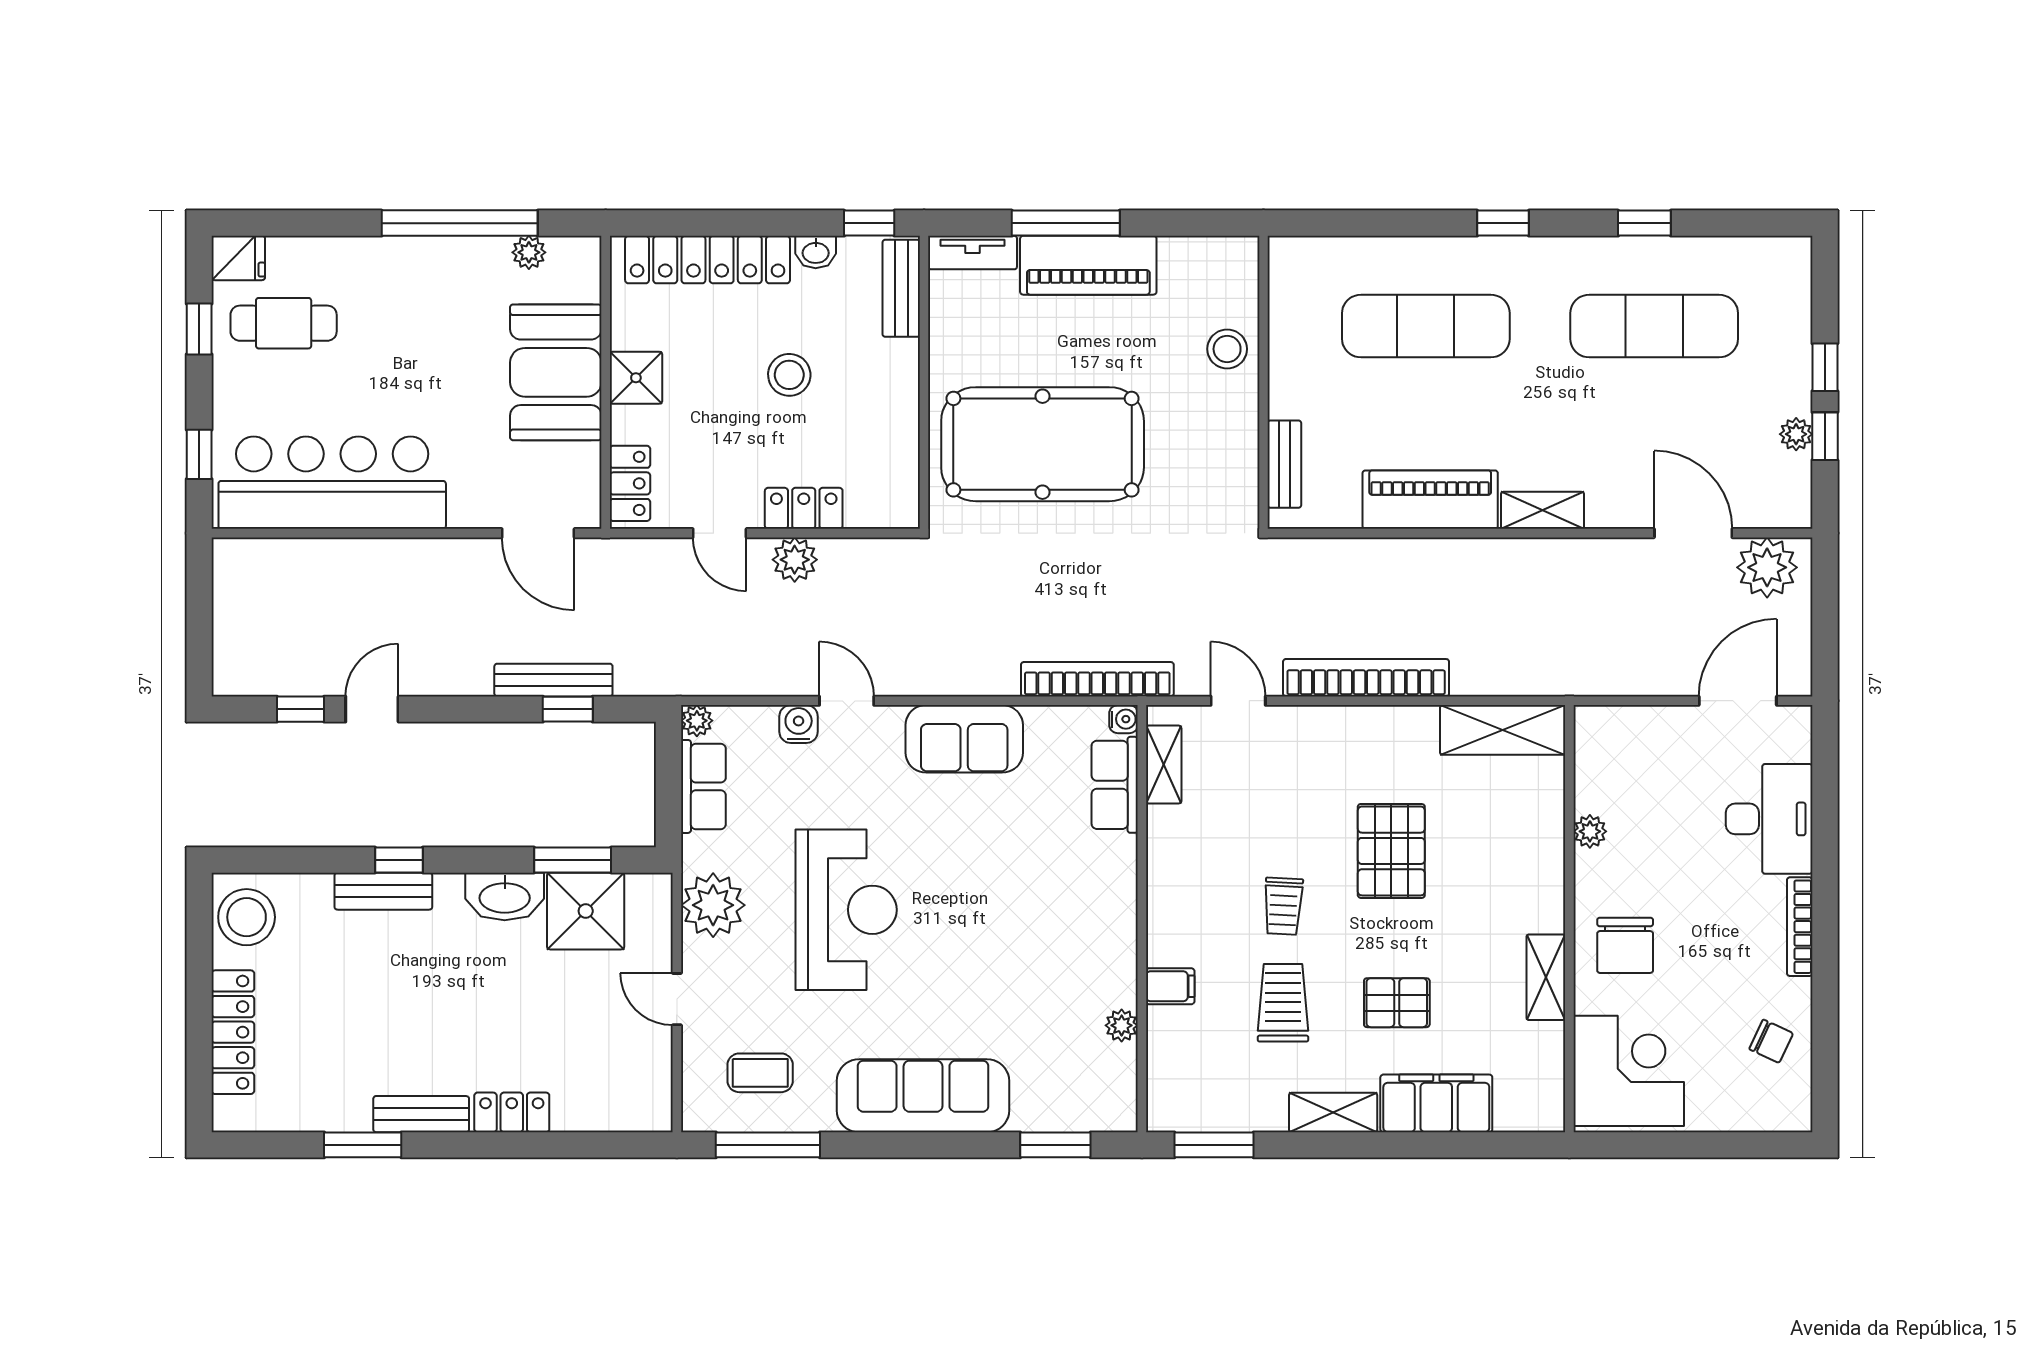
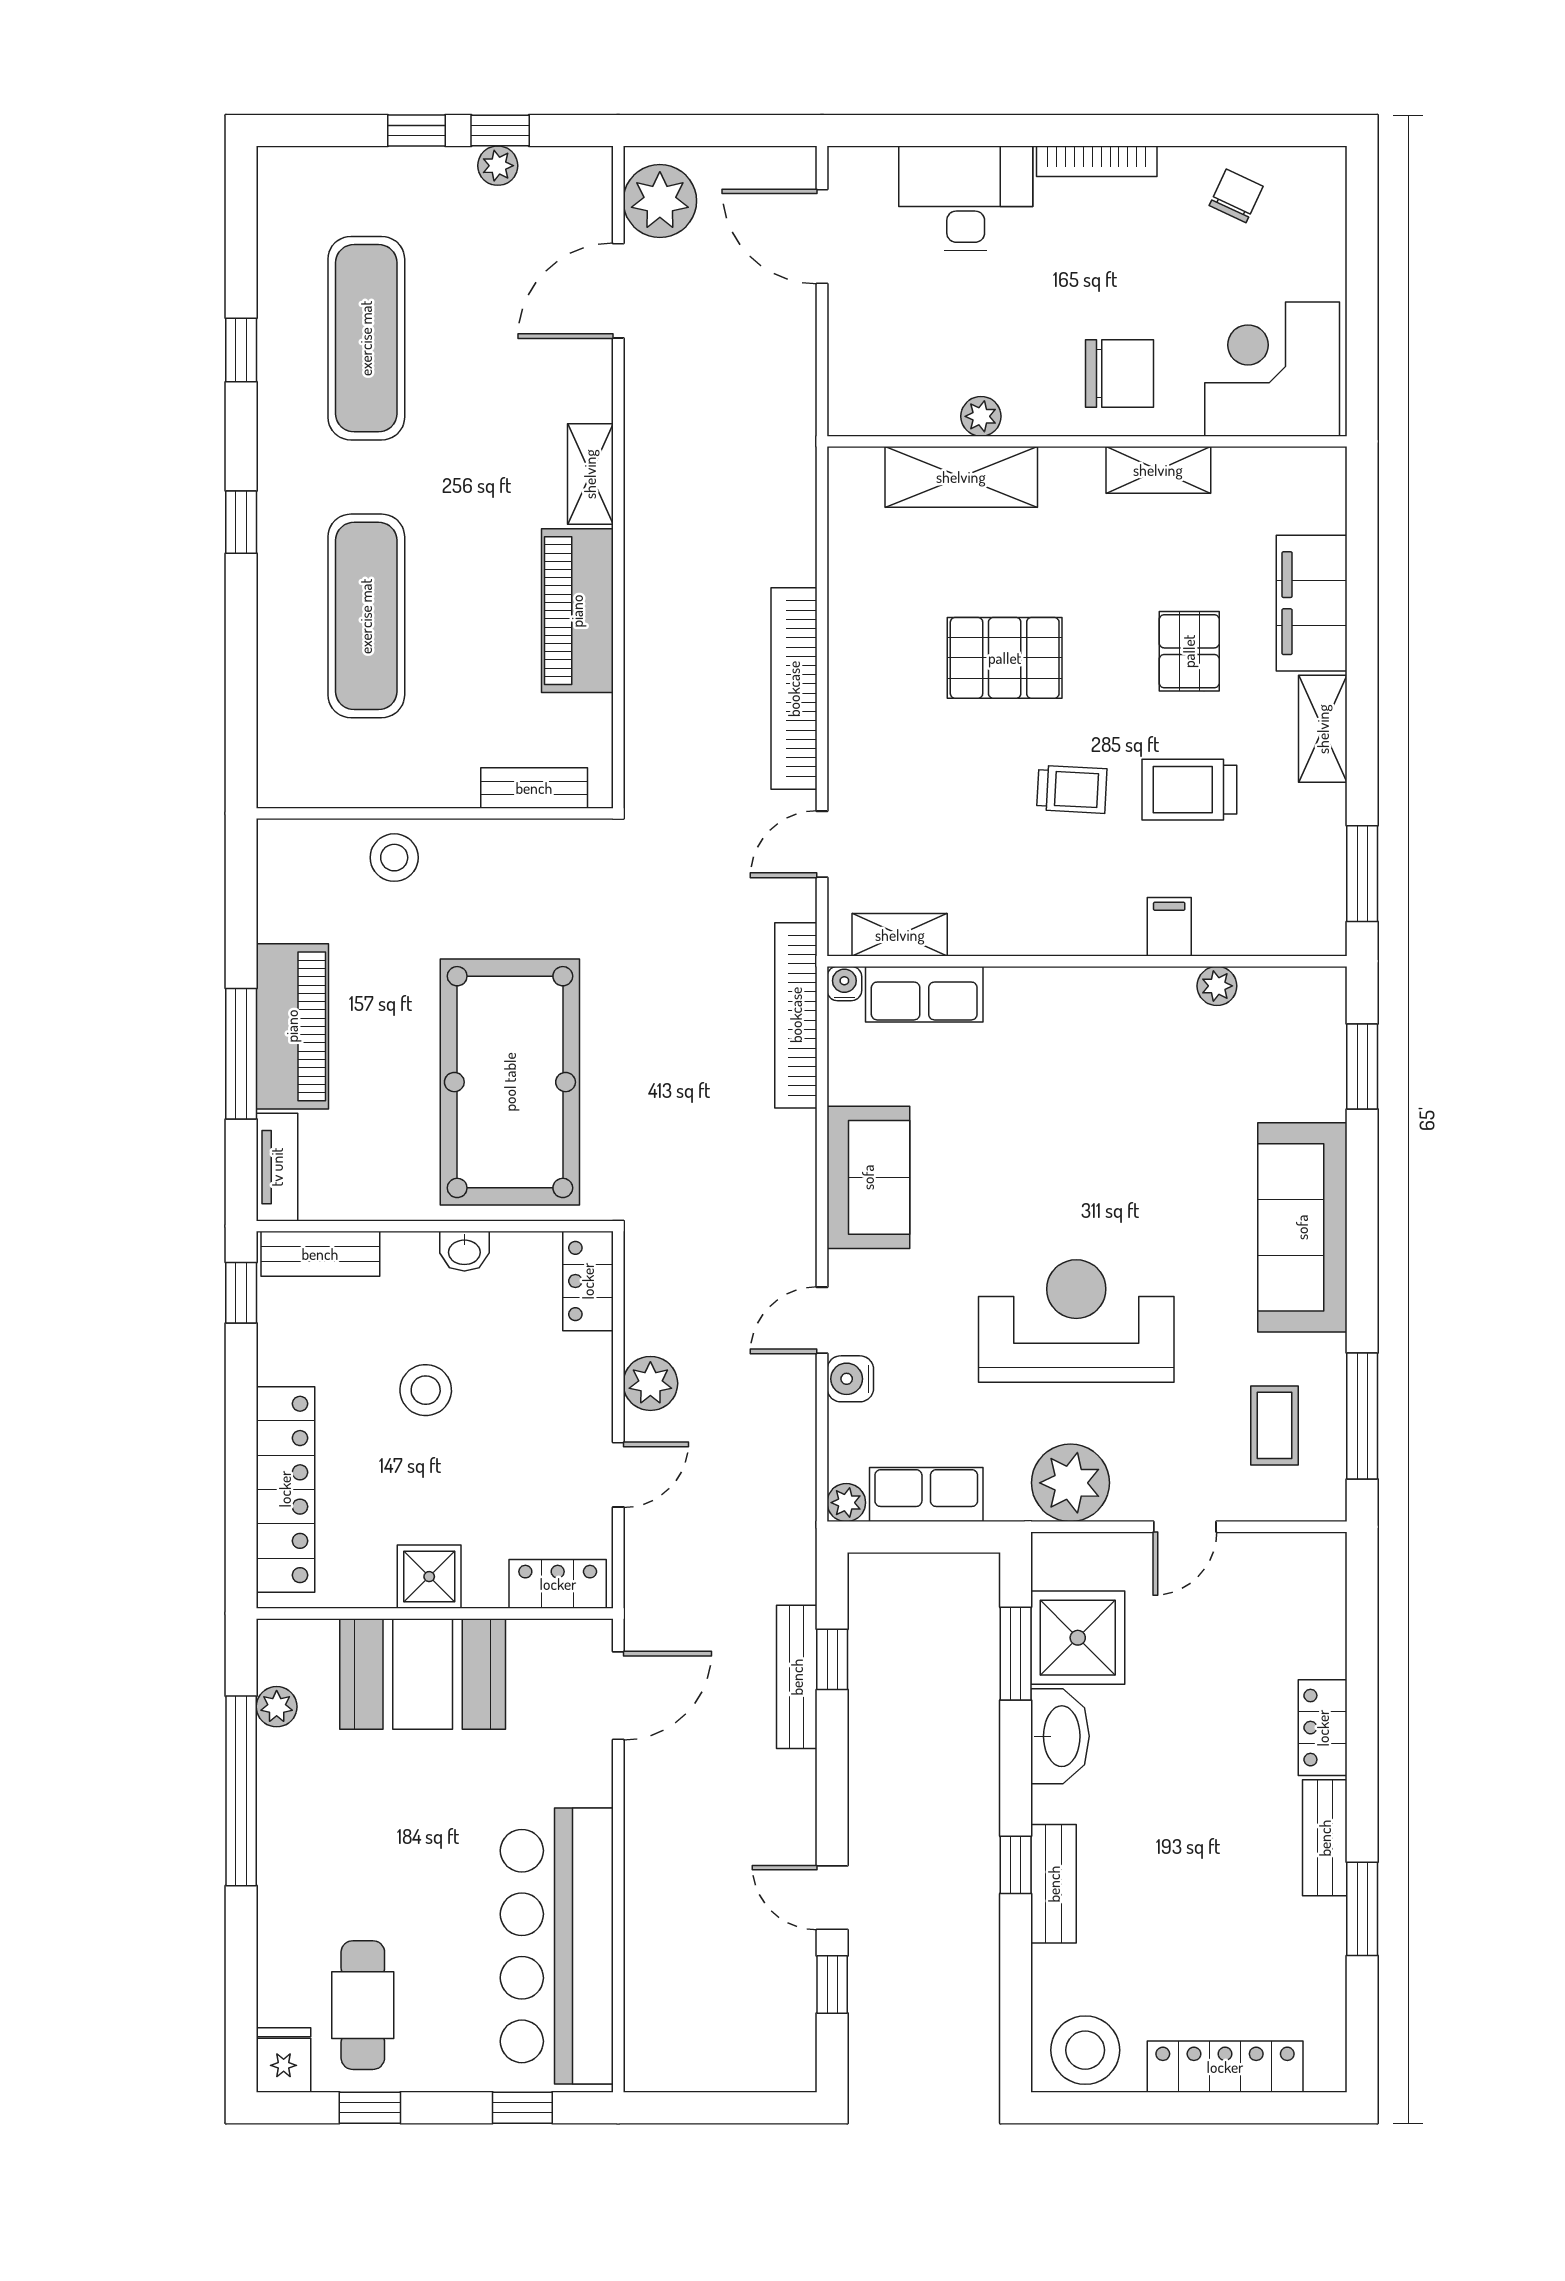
washbasin: (816, 252) -> (464, 1251), moved, turned 90
locker: (804, 508) -> (588, 1281), moved
shelving: (1503, 730) -> (961, 477), moved, turned 90

